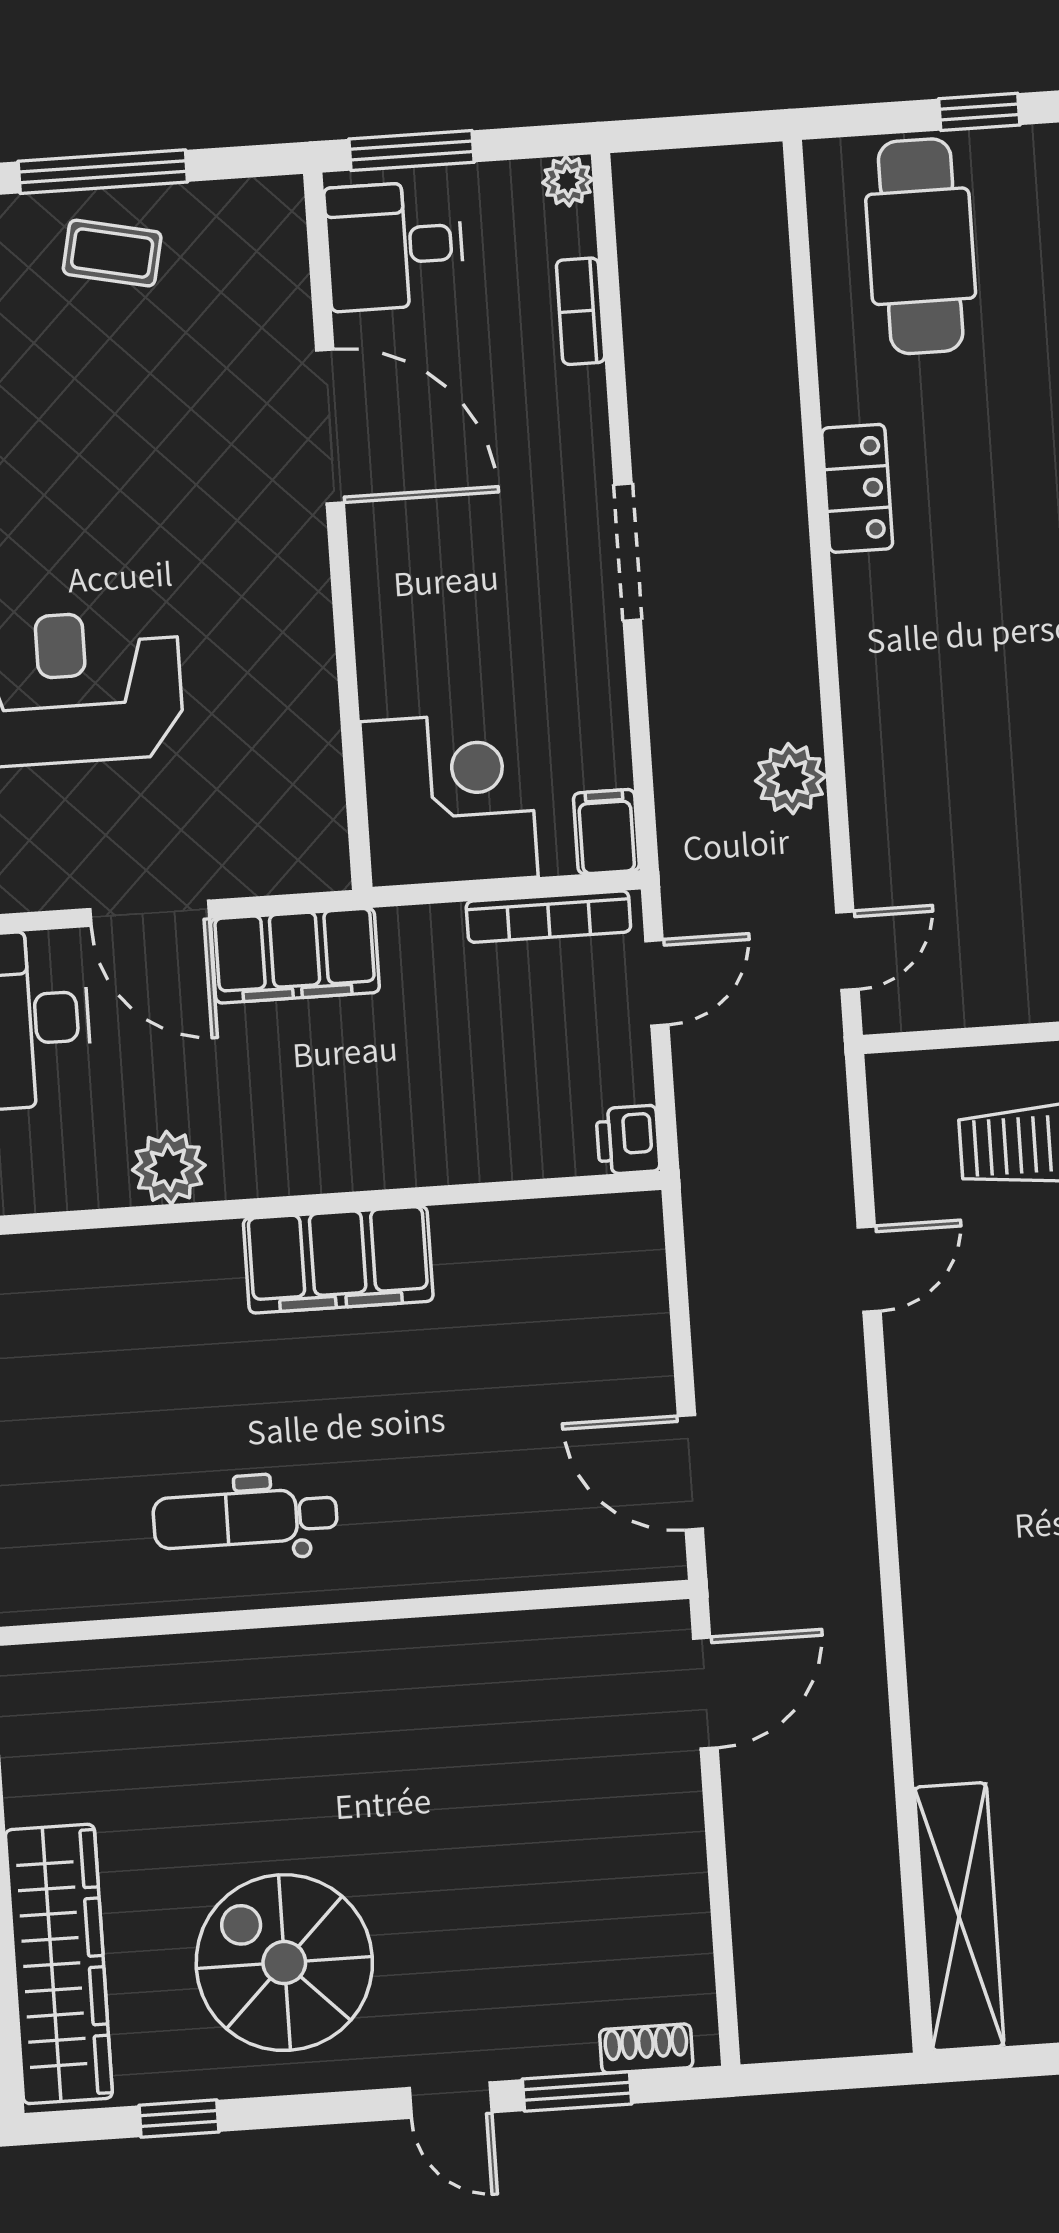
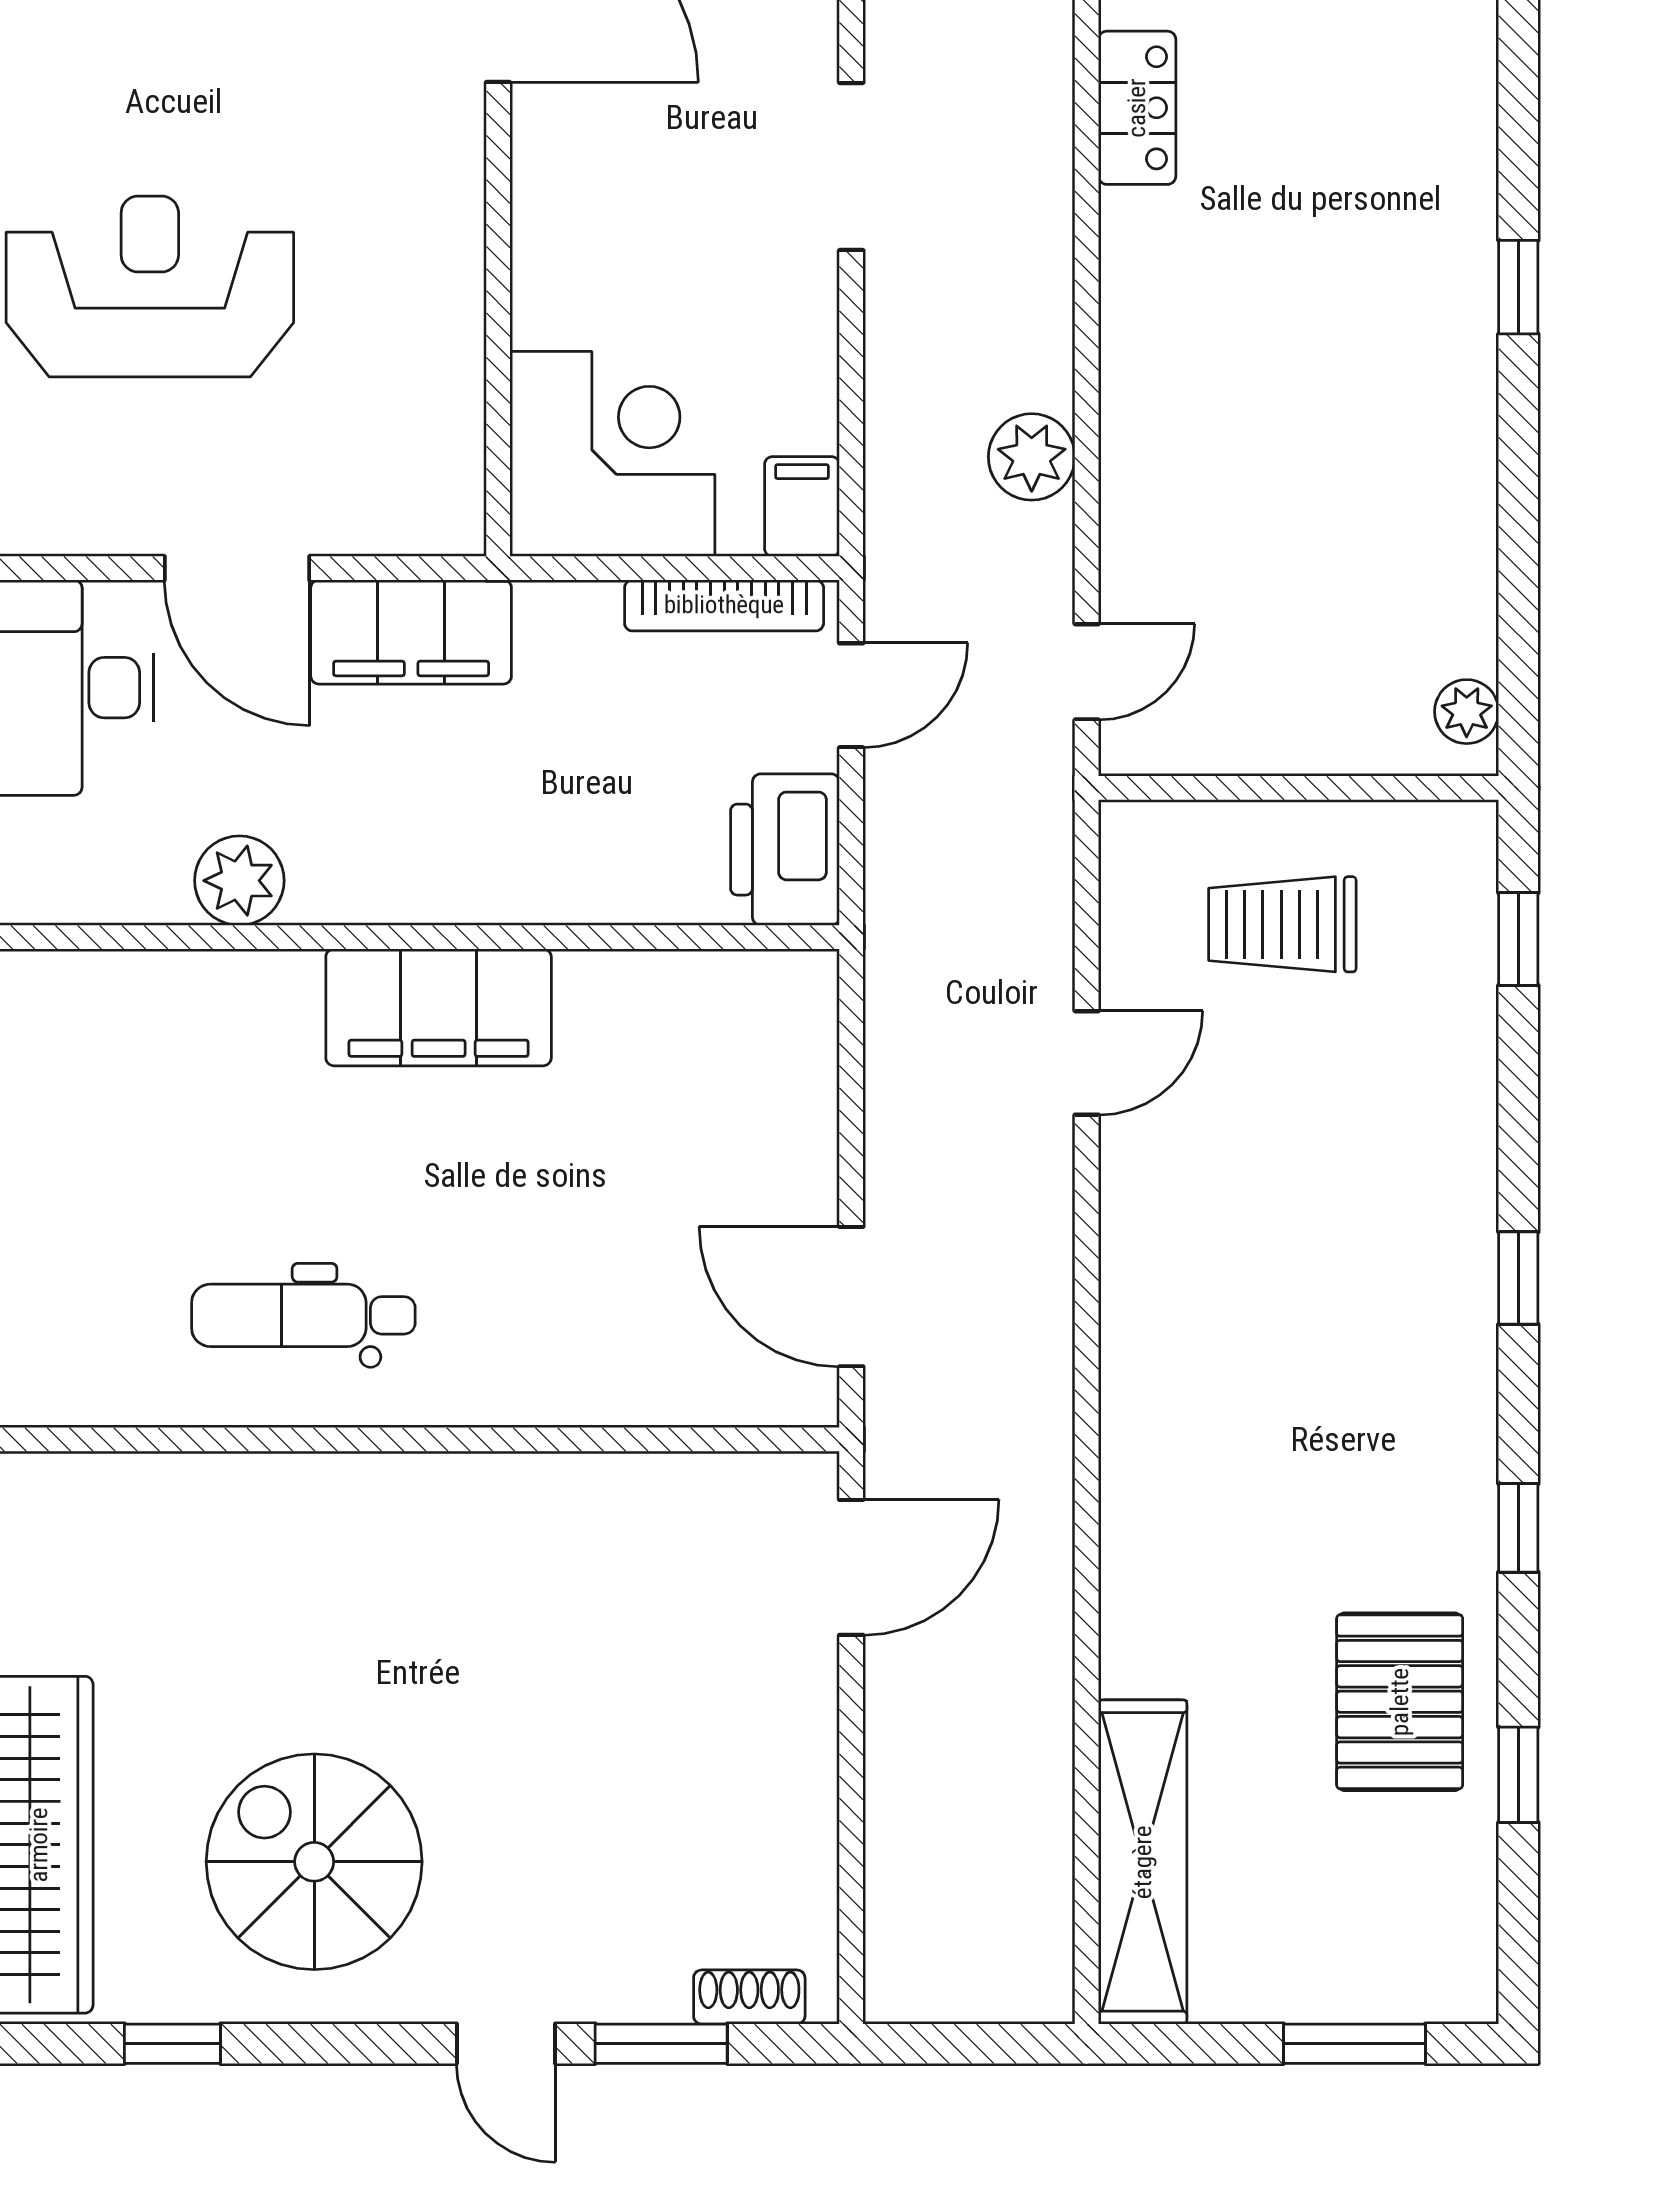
printer: (628, 1140) -> (785, 850), width x1.87, depth x1.48

